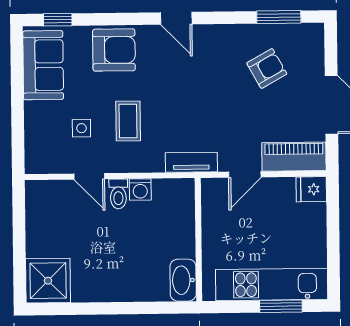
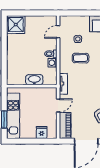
door: (245, 174) -> (58, 105), swing flipped
door: (89, 176) -> (58, 32), moved
fridge: (311, 189) -> (42, 132), moved
washbasin: (183, 280) -> (34, 80), moved

